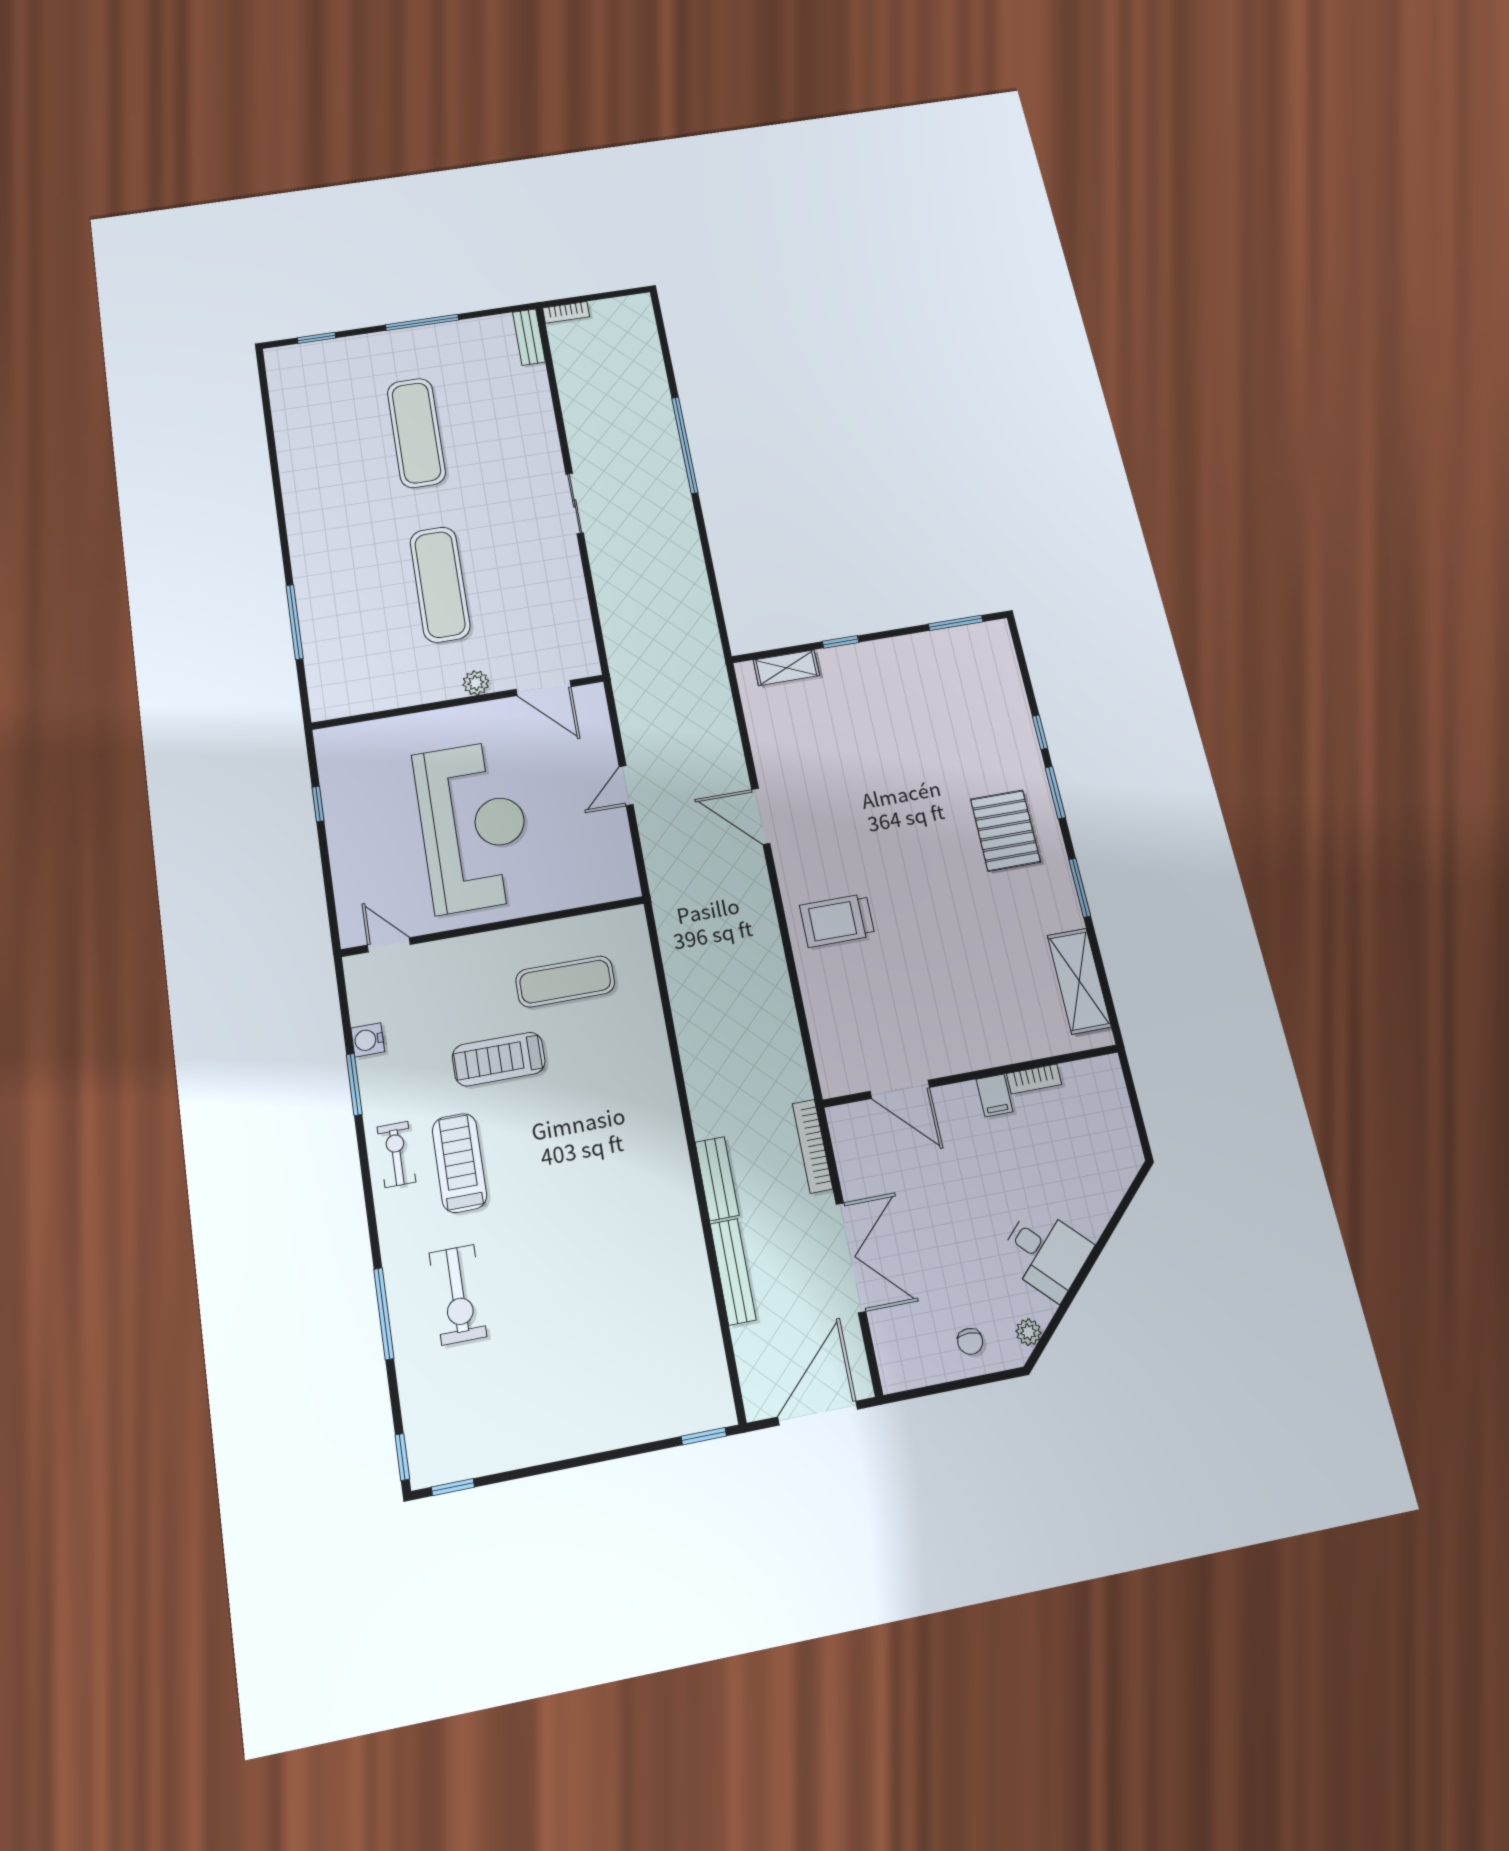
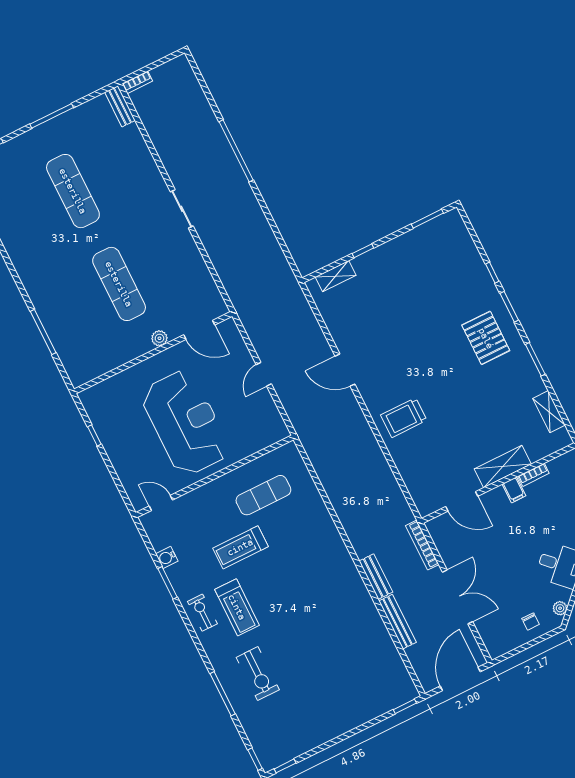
shelving: (1079, 981) -> (549, 412), width x0.67, depth x0.75
shelving: (985, 1050) -> (503, 467), added
treadmill: (459, 1163) -> (237, 607), turned 180

